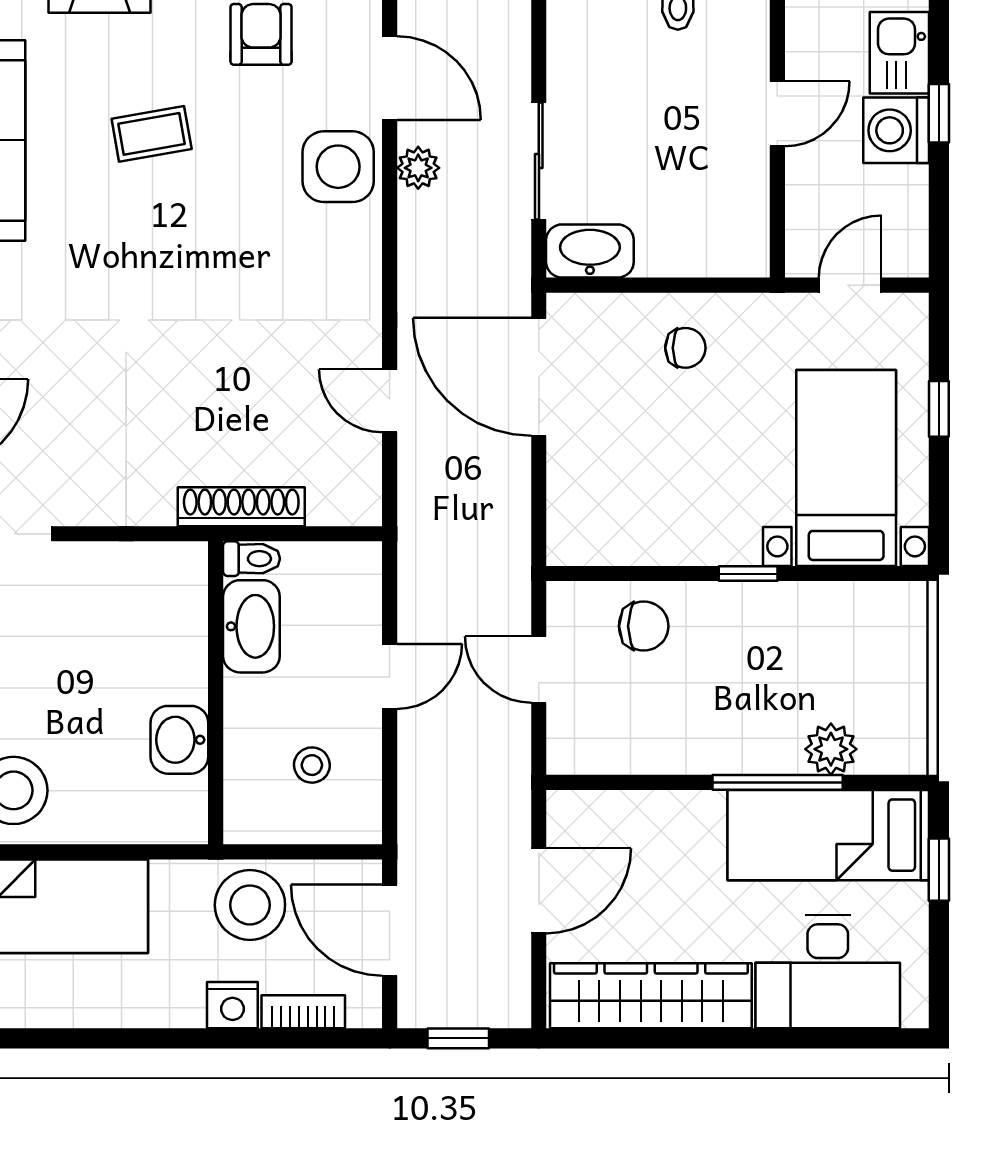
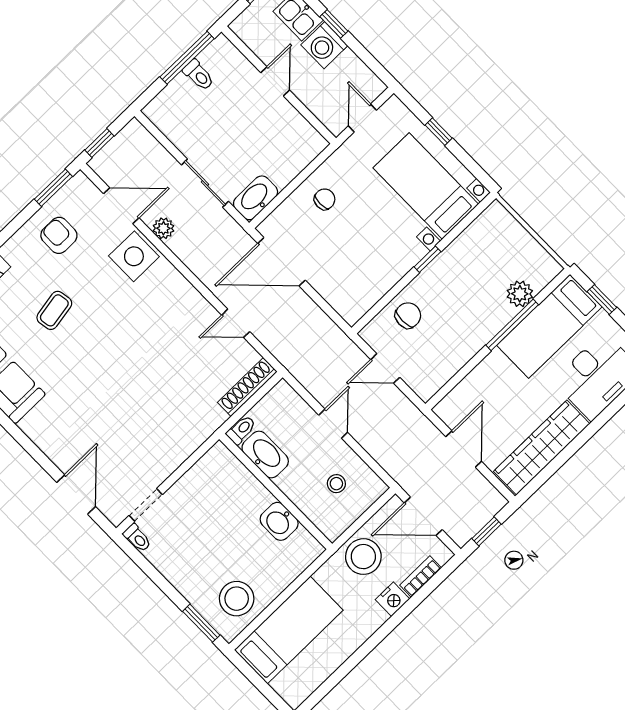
shoe rack: (241, 507) -> (247, 387), moved

